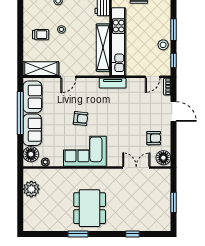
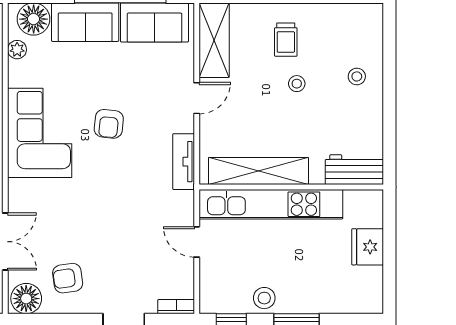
door: (68, 77) -> (197, 98), swing flipped
door: (153, 77) -> (197, 242), moved
tv unit: (113, 83) -> (184, 162), moved
armchair: (154, 138) -> (68, 278), turned 82

